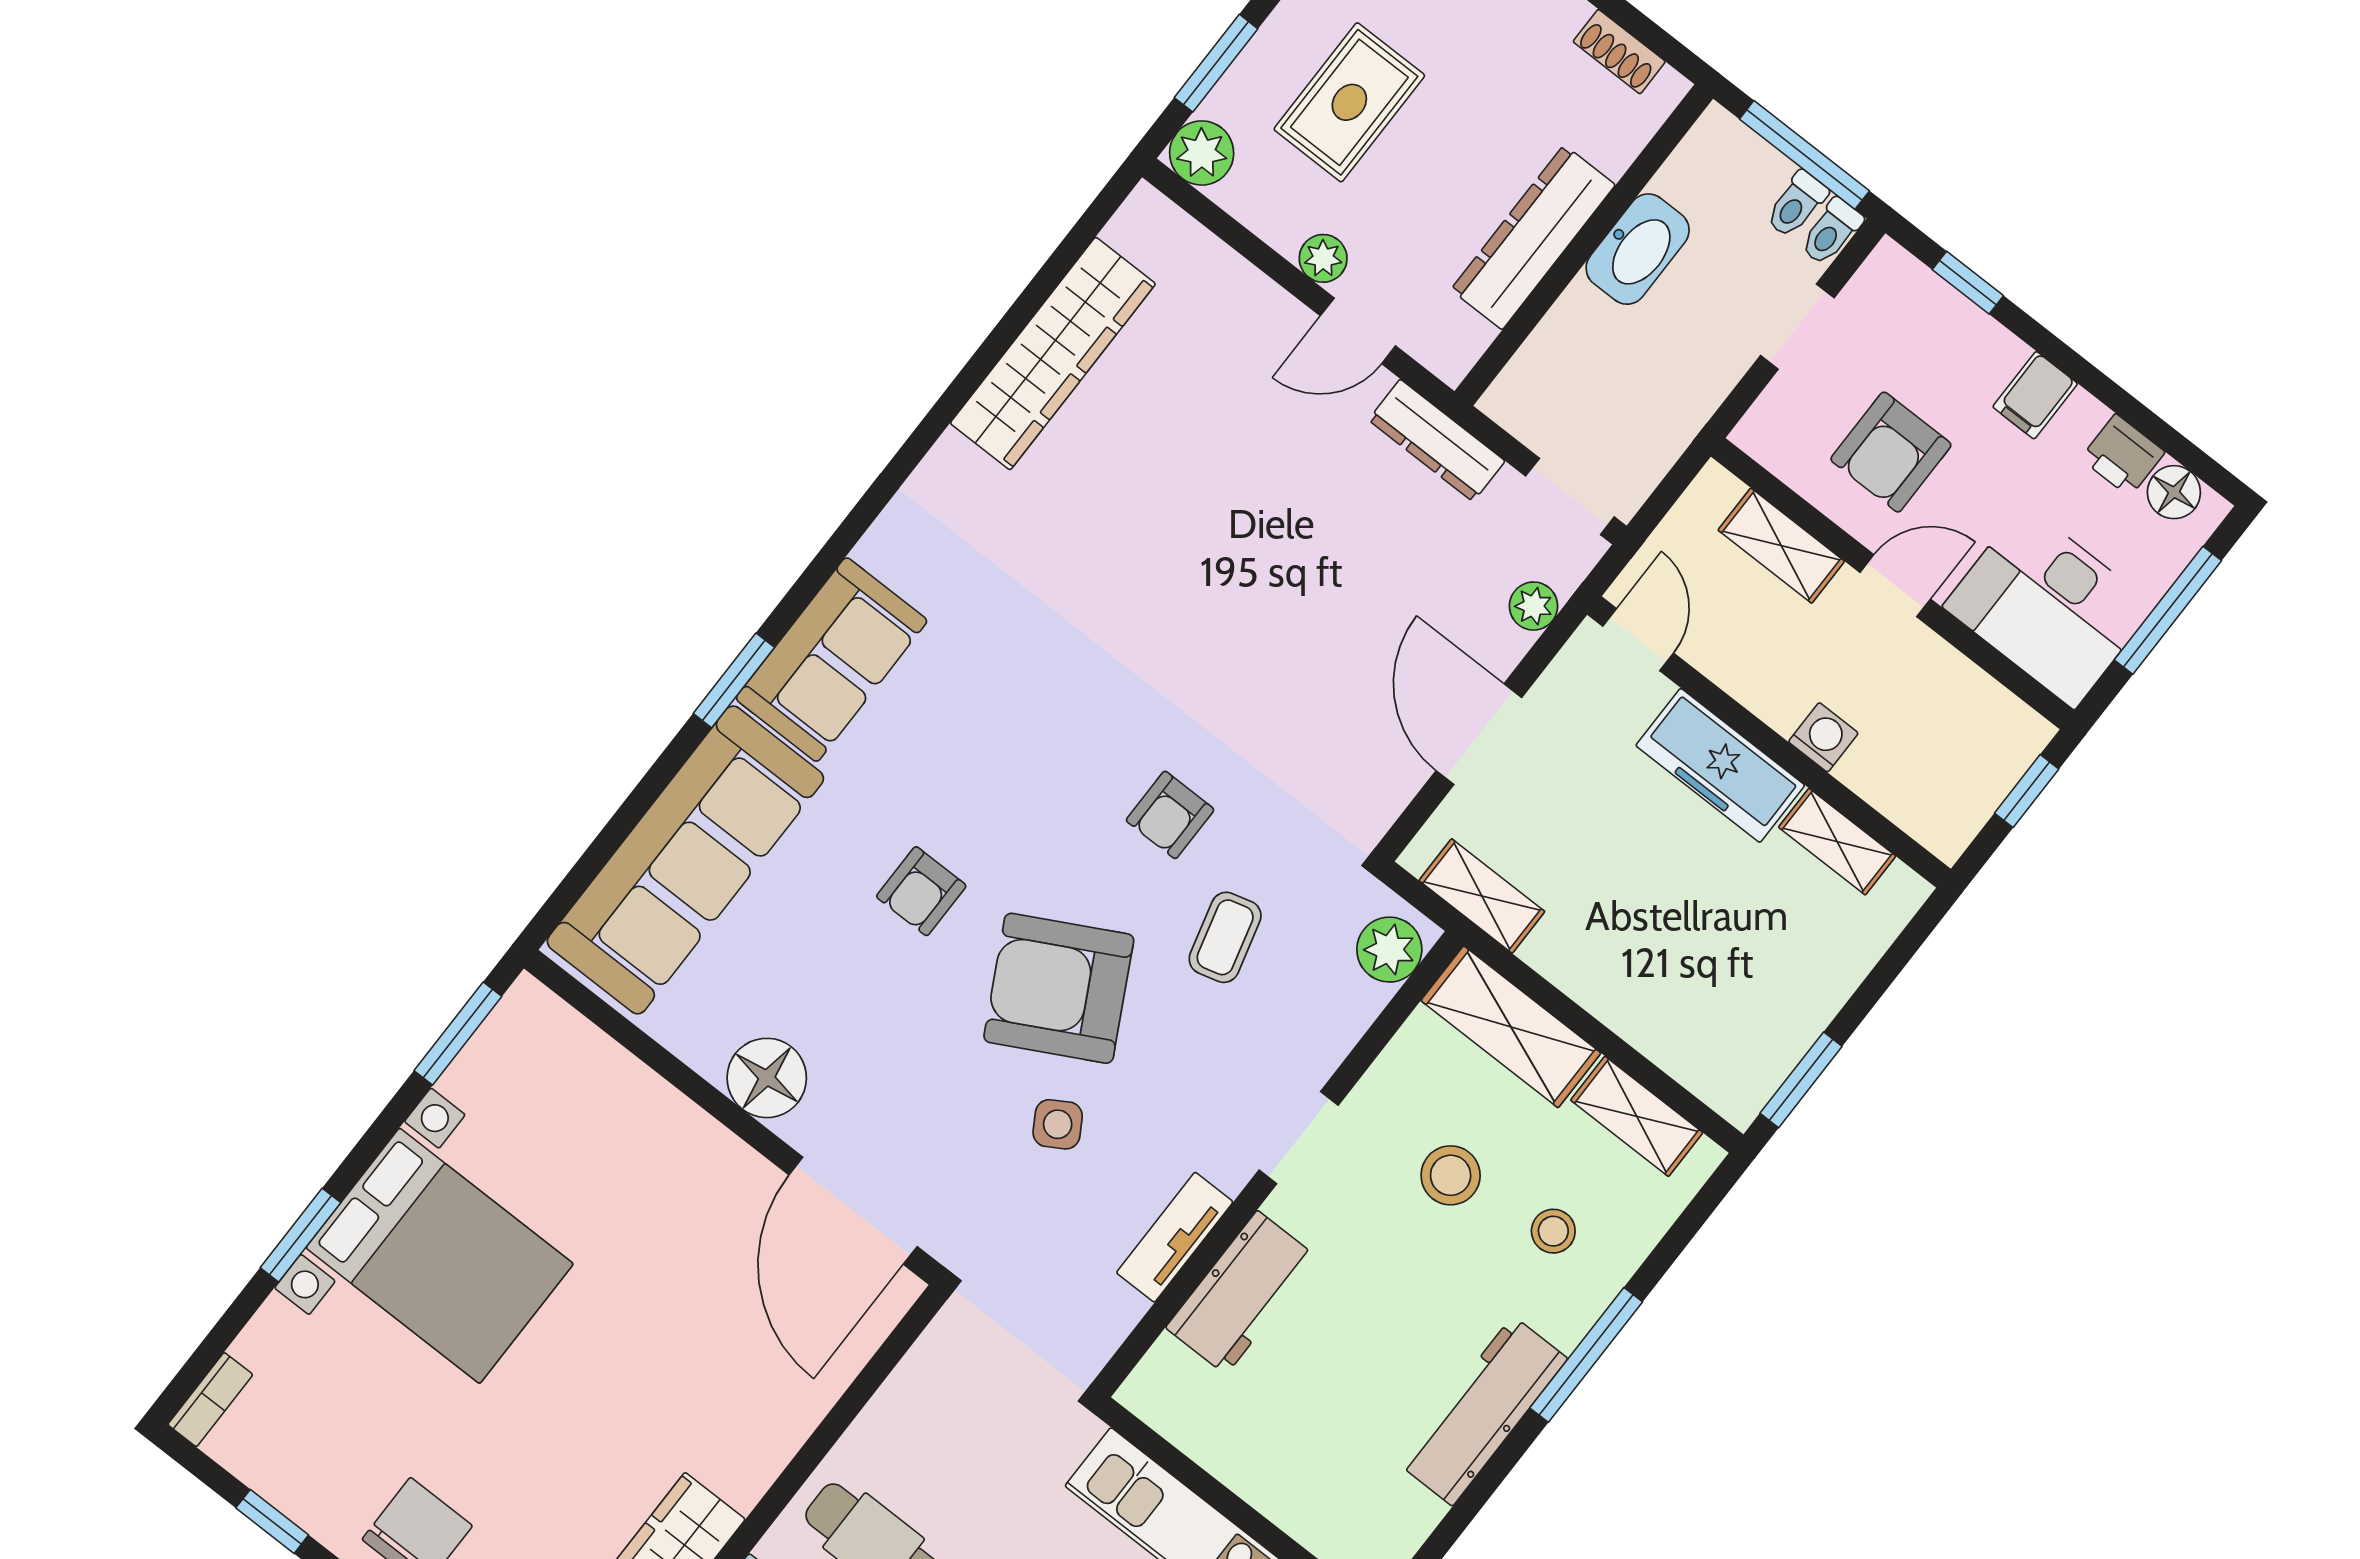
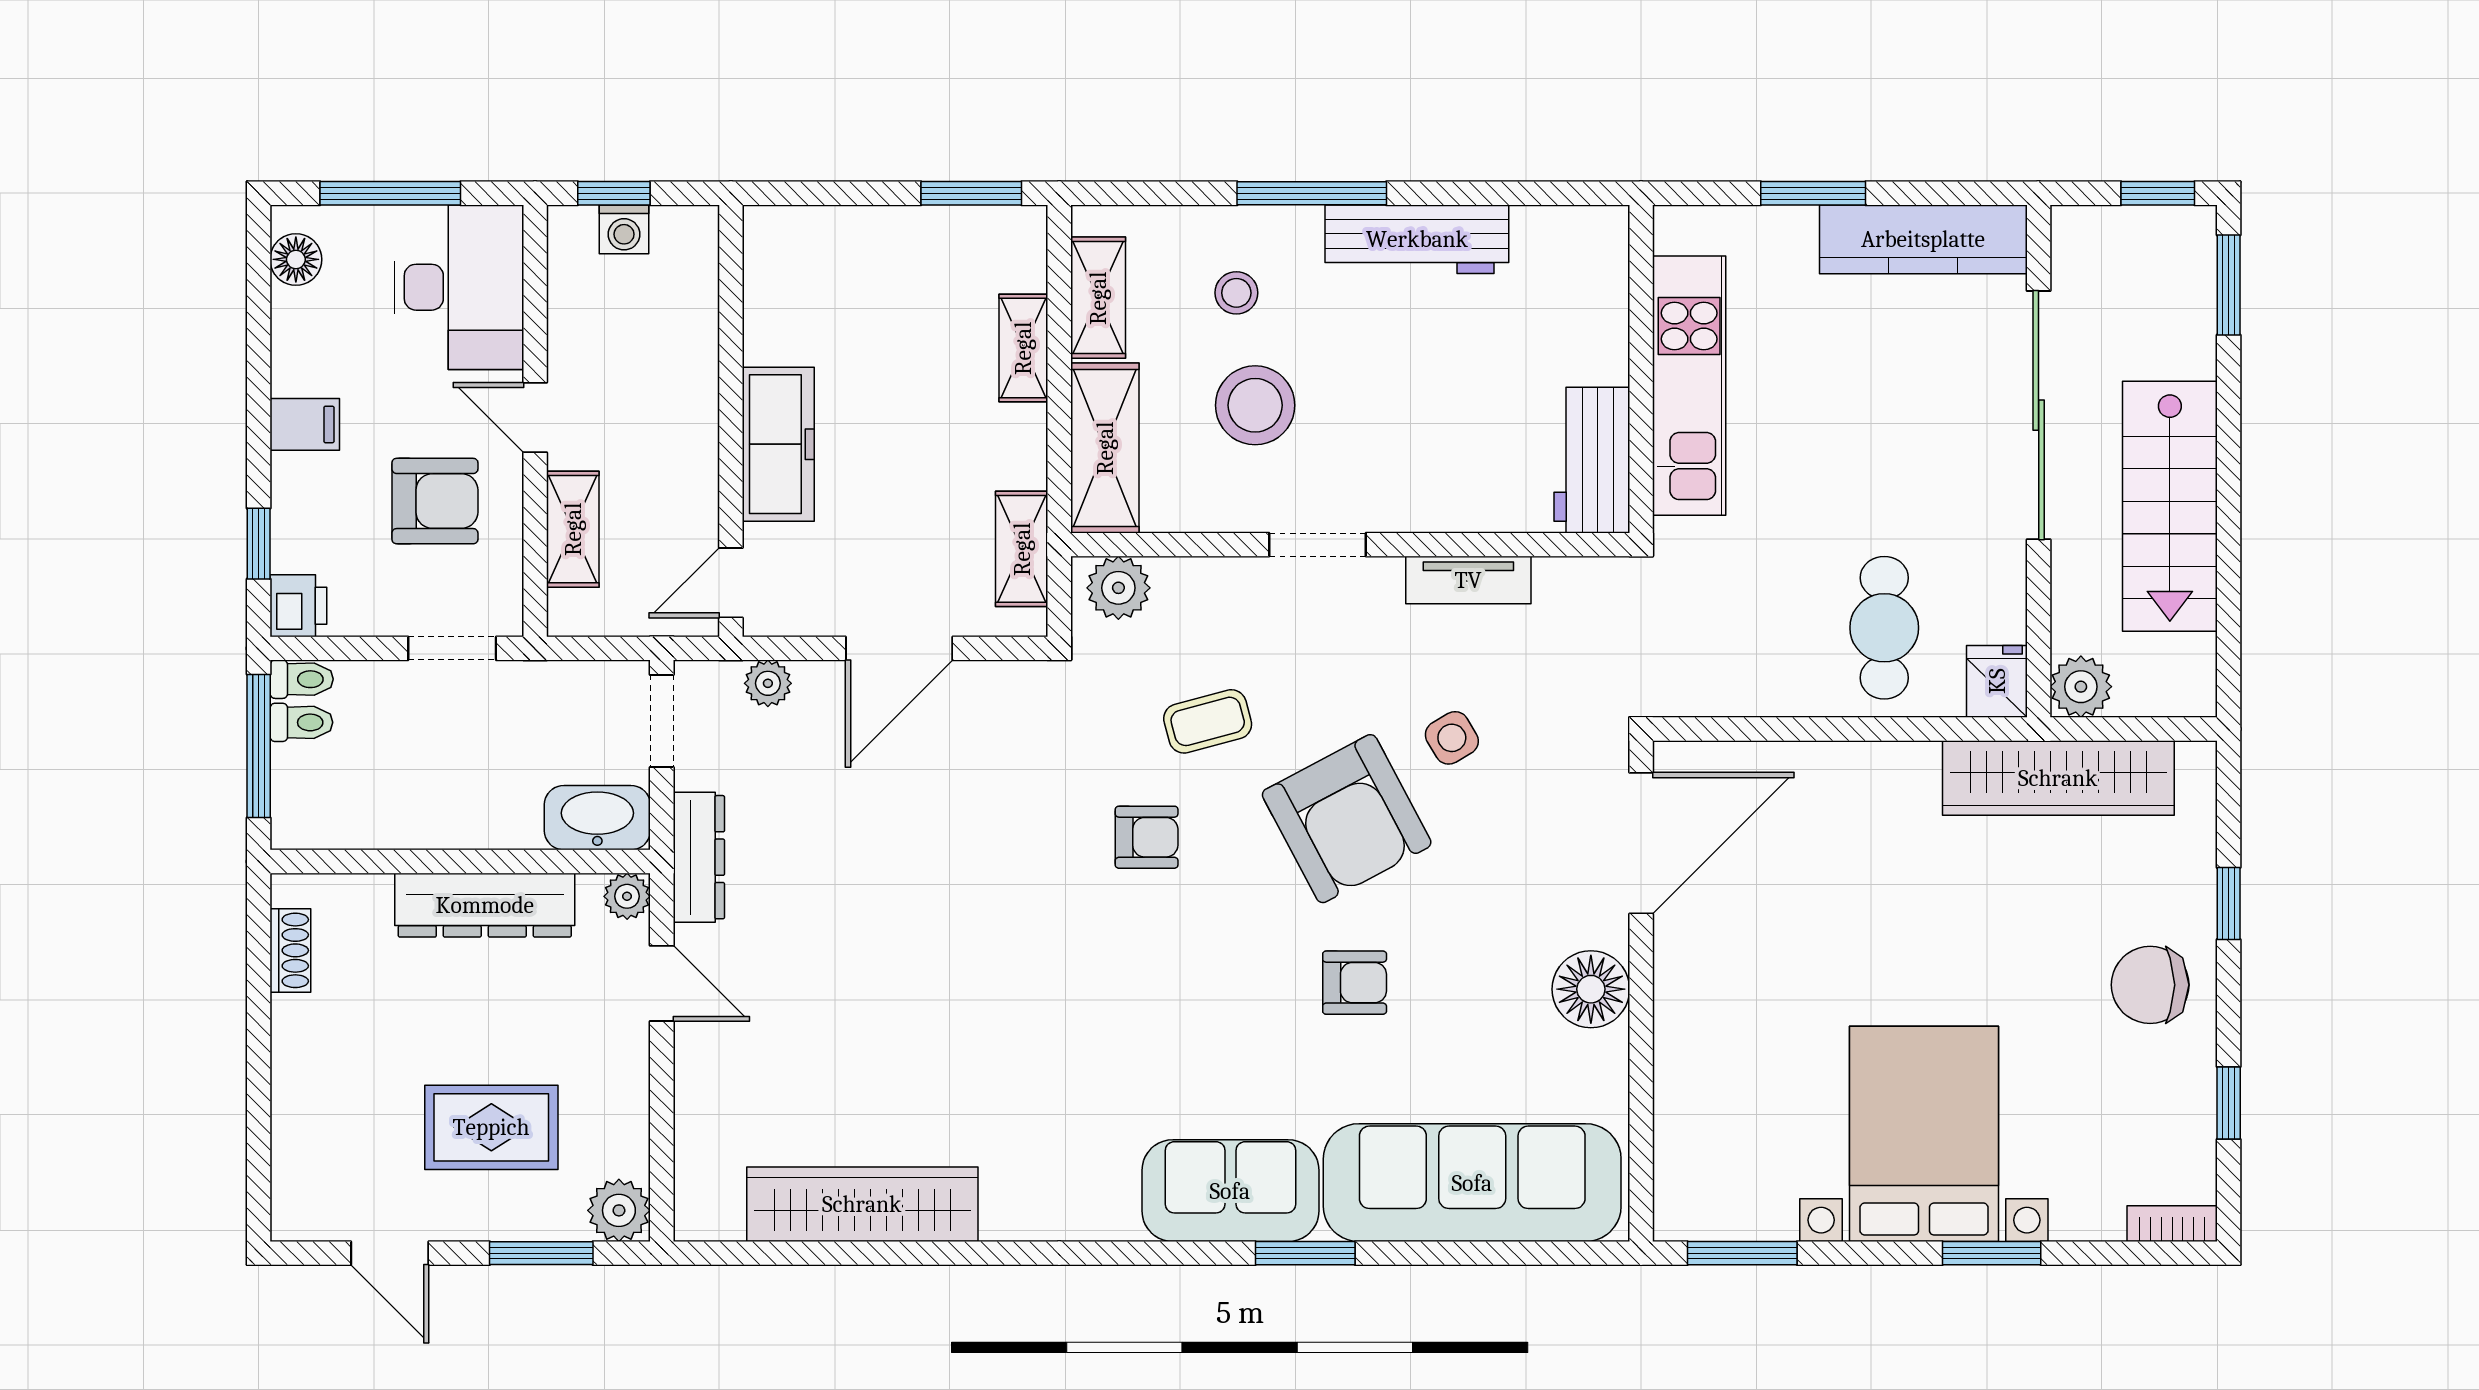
washbasin: (1638, 249) -> (597, 818), moved
plant: (1323, 258) -> (627, 896), moved
doorway: (1797, 327) -> (452, 648), moved
printer: (2123, 455) -> (298, 606), moved
washing machine: (1823, 737) -> (624, 229), moved, turned -90
shelving: (1837, 842) -> (1023, 348), moved
stool: (1451, 1175) -> (1255, 405), width x1.38, depth x1.38
workbench: (1242, 1293) -> (1592, 460), moved, turned -90

